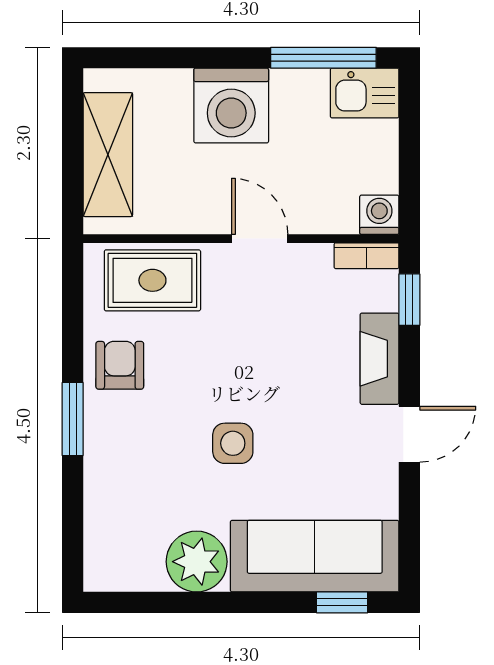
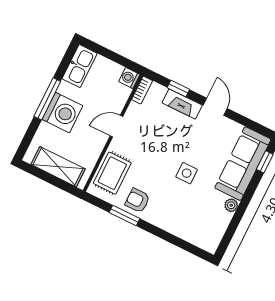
window: (323, 58) -> (47, 99), moved
kitchen sink: (365, 93) -> (80, 66), width x1.38
window: (409, 300) -> (178, 89), moved
window: (73, 419) -> (124, 216), moved
plant: (197, 562) -> (231, 205), width x0.53, depth x0.53

